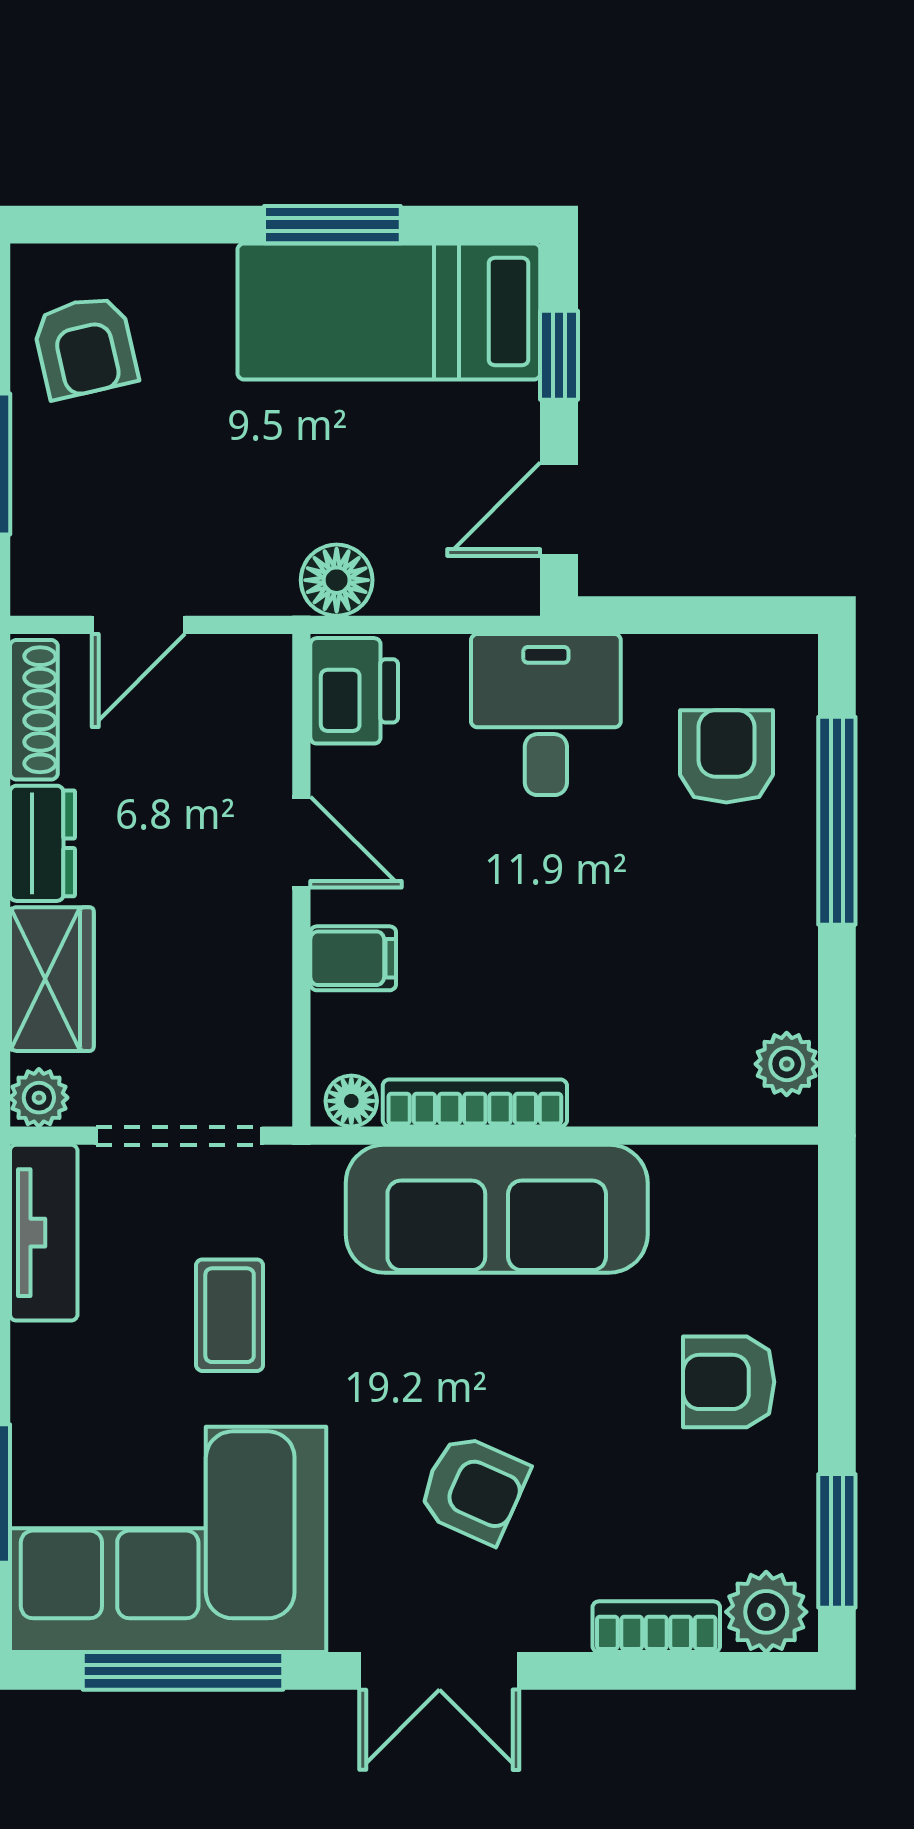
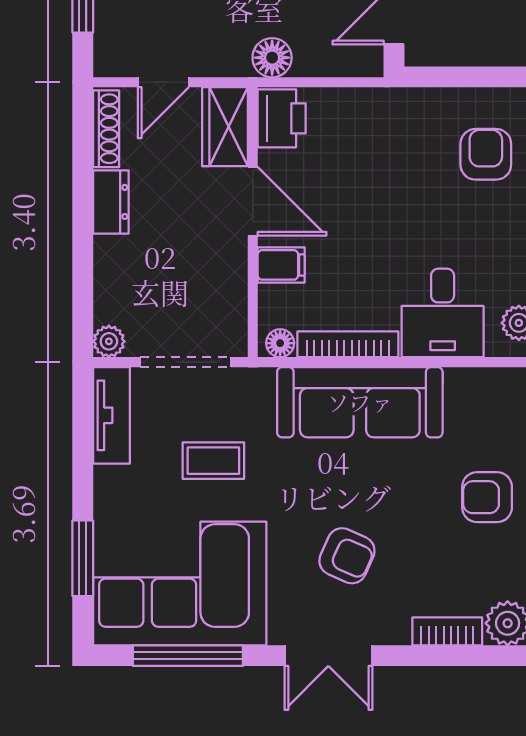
desk: (546, 715) -> (443, 313), moved, turned 180
door: (301, 842) -> (253, 201), width x1.38
wardrobe: (52, 979) -> (225, 127), moved, turned 180
coffee table: (230, 1315) -> (213, 461), turned 90

